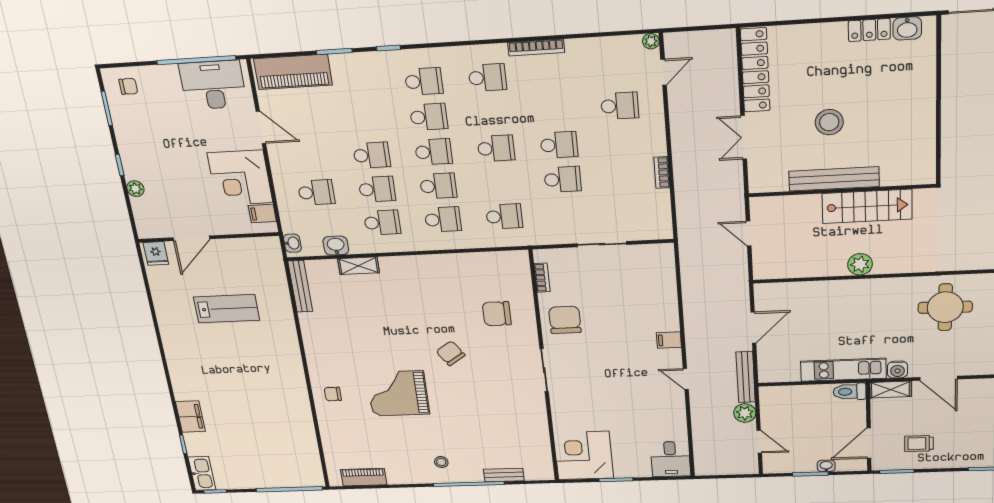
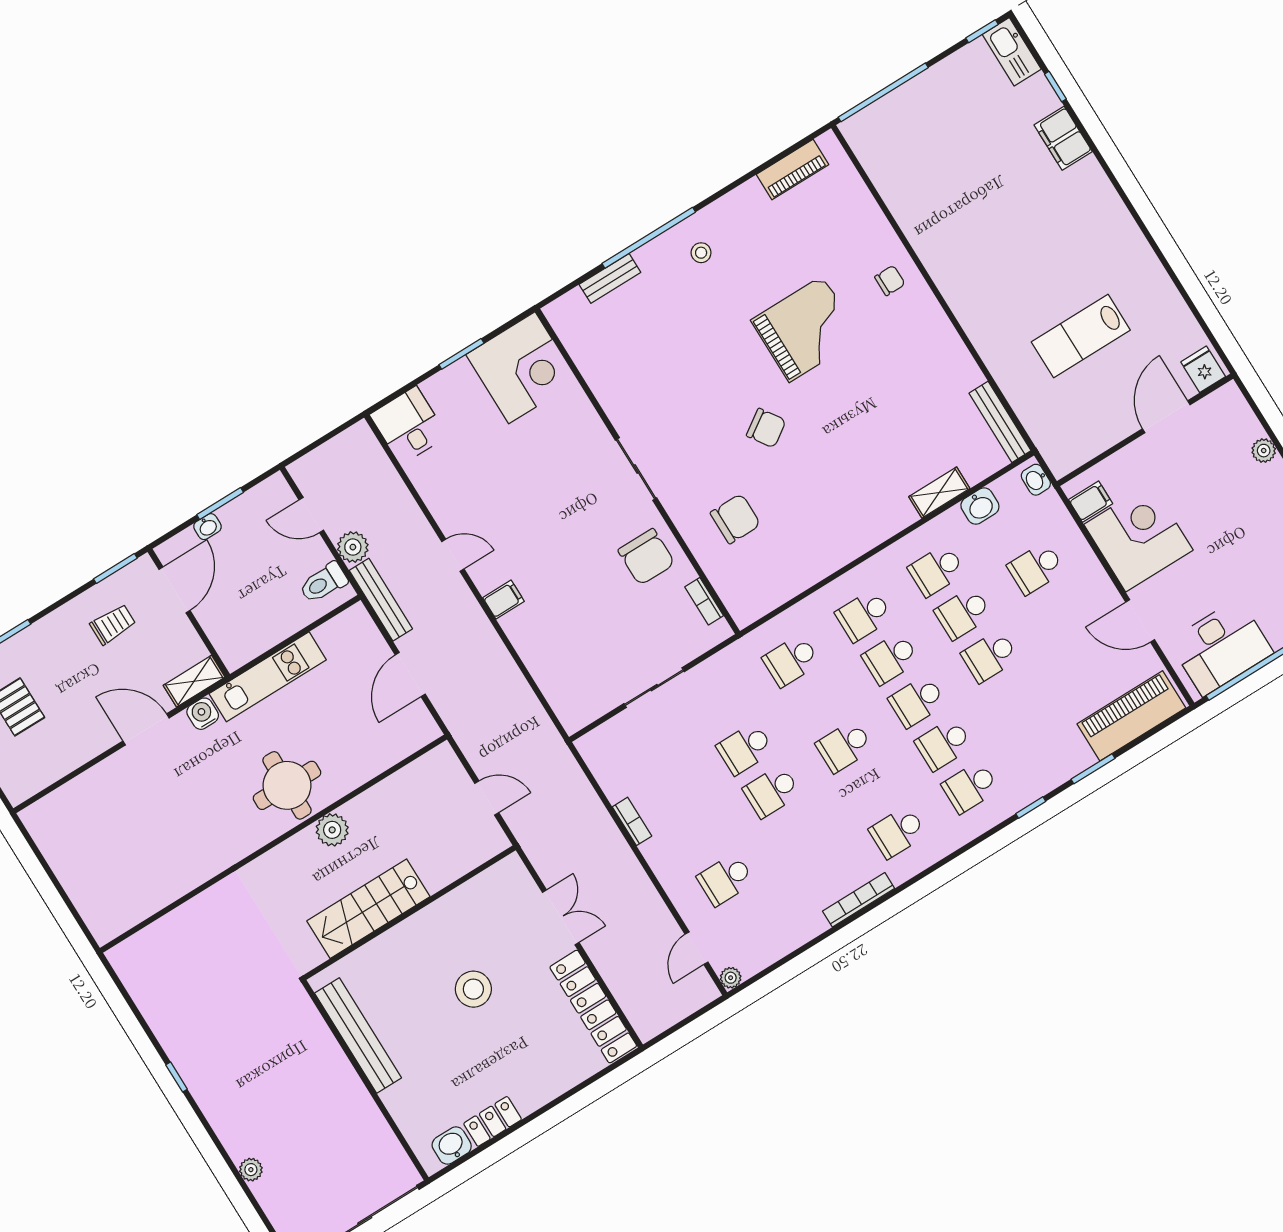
bench: (834, 179) -> (358, 1036), moved, turned 90
round table: (945, 307) -> (287, 785), moved
toilet: (850, 392) -> (323, 583), moved, turned 180

